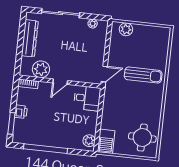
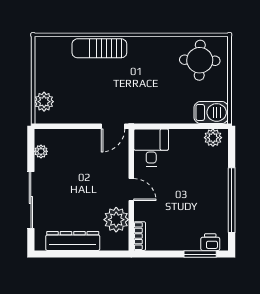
door: (104, 74) -> (113, 126), swing flipped
sun lounger: (143, 75) -> (99, 48), moved, turned -90
printer: (21, 112) -> (210, 242), moved

